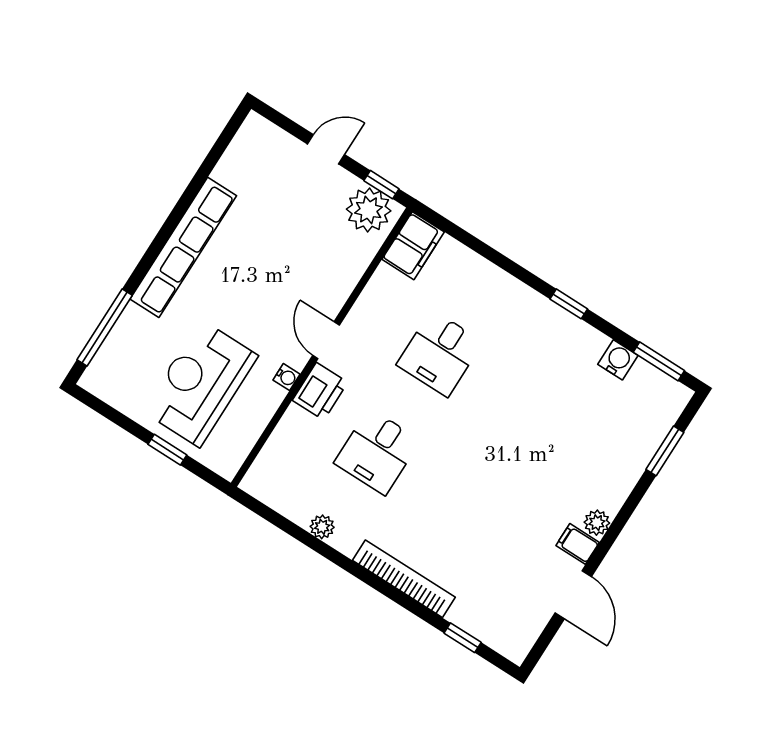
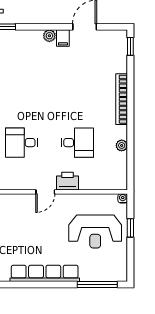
desk: (440, 353) -> (21, 143), turned 180
water cooler: (286, 377) -> (123, 198), moved
window: (463, 638) -> (130, 46), moved

